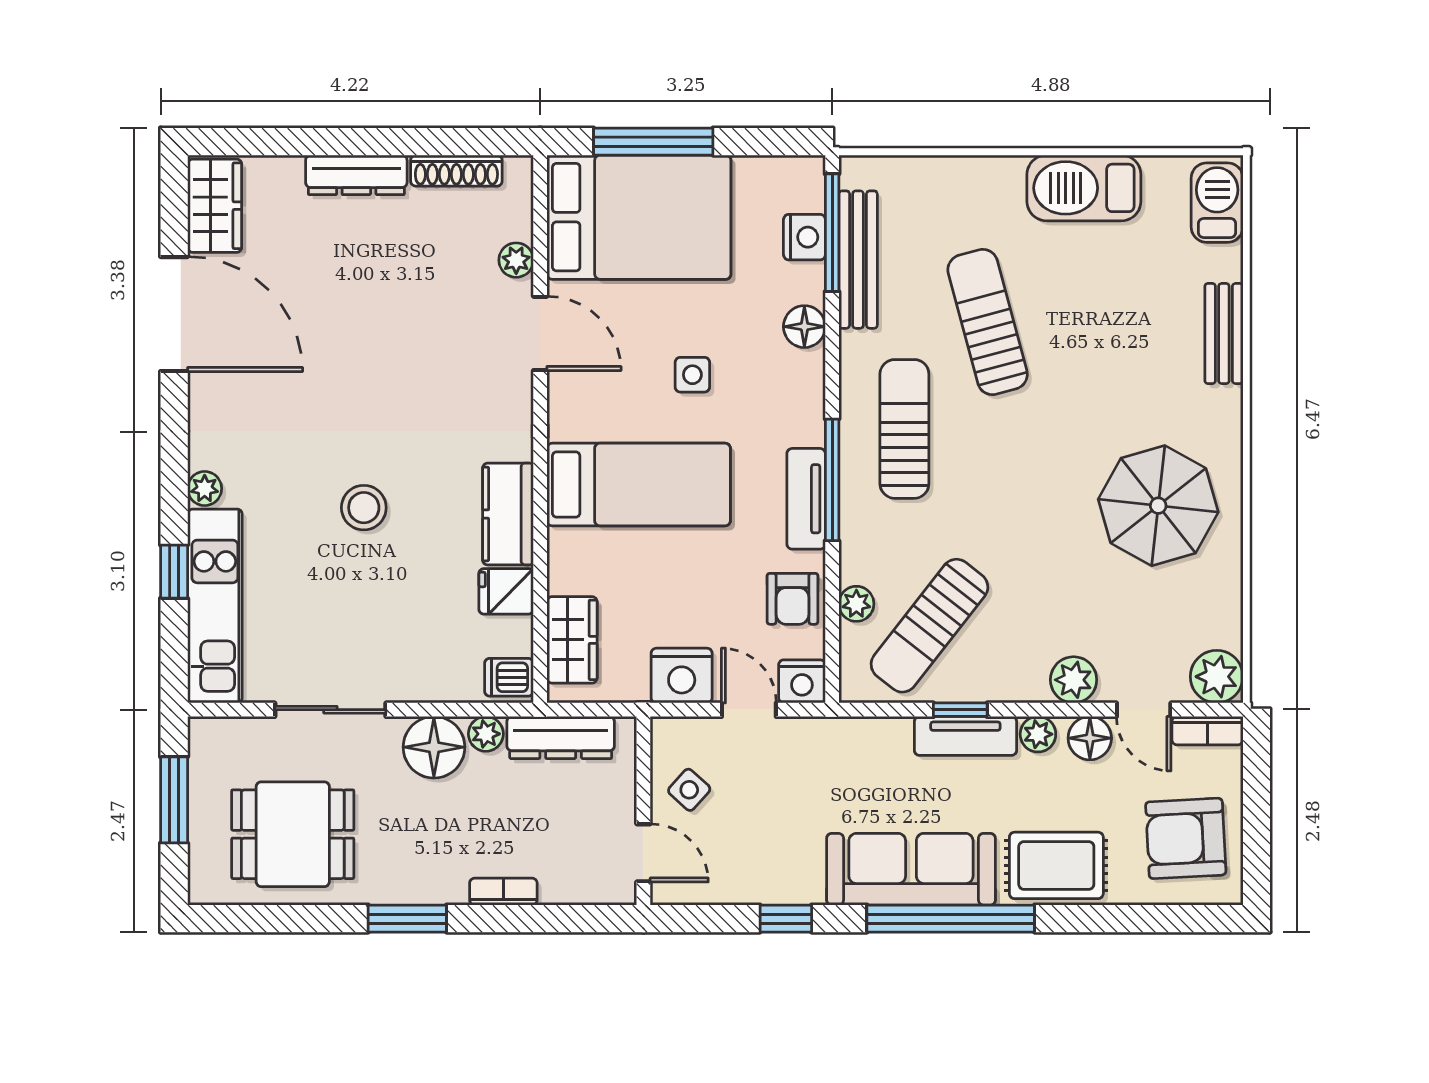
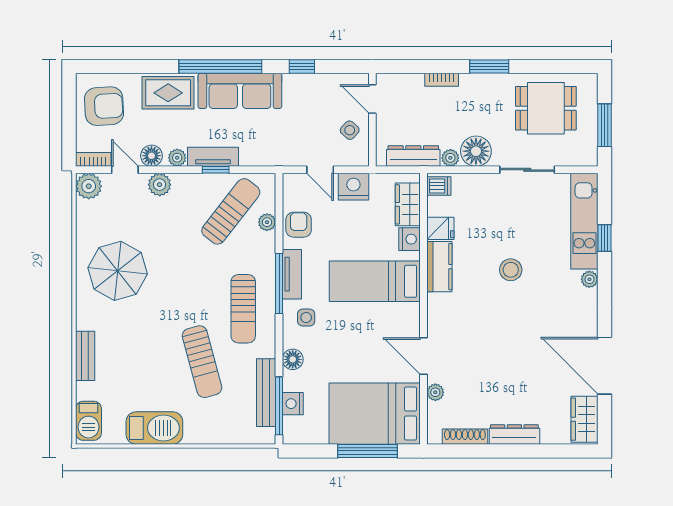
side table: (692, 375) -> (306, 318), moved
nightstand: (802, 681) -> (409, 239), moved, turned 90

